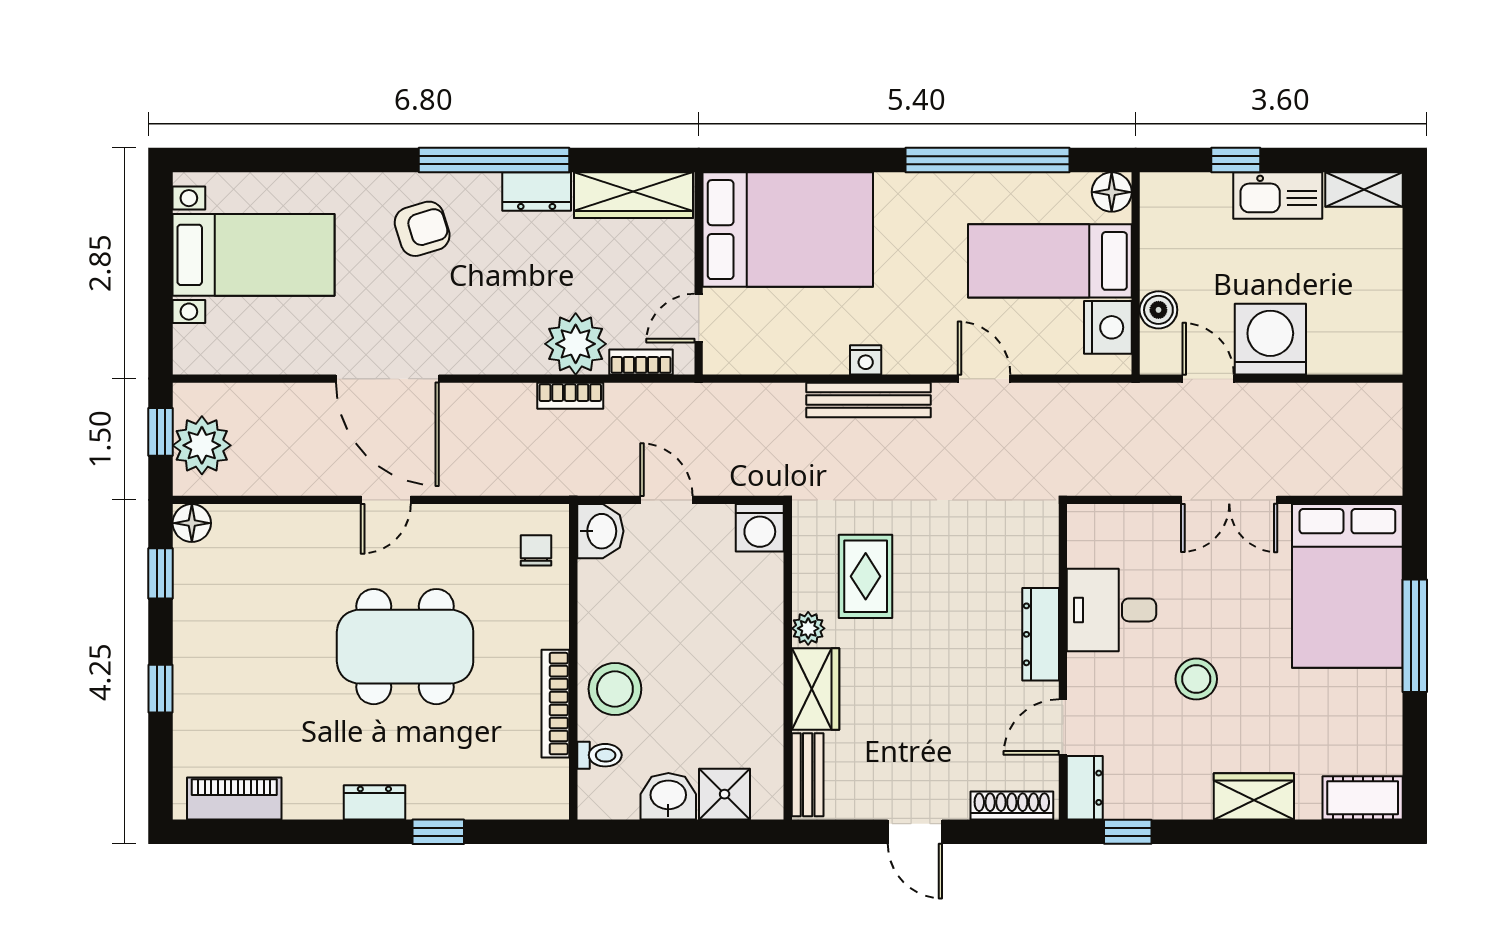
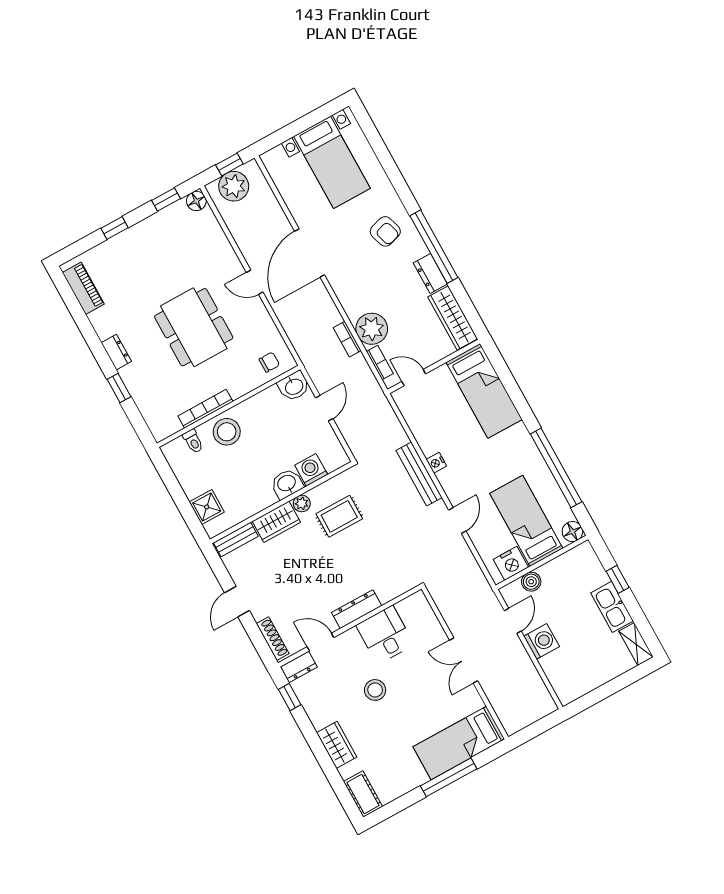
bed: (788, 230) -> (484, 391), width x0.67
washing machine: (1270, 339) -> (542, 641), width x0.73, depth x0.73
washing machine: (760, 528) -> (311, 470), moved, turned 90
bed: (1347, 586) -> (459, 743), width x0.67
washbasin: (668, 796) -> (287, 484), moved, turned -90

